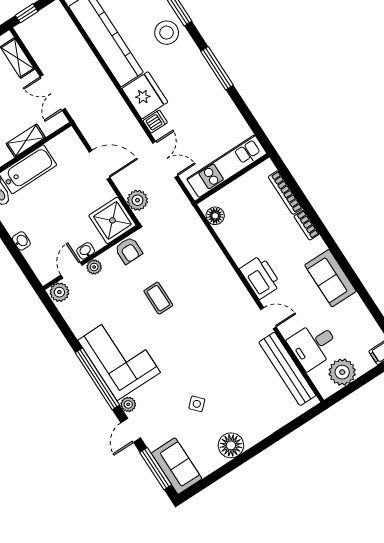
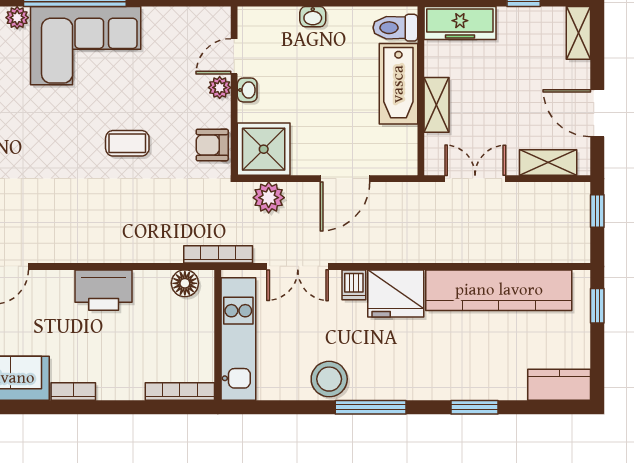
stool: (167, 33) -> (329, 379), moved
bookcase: (285, 193) -> (180, 392), moved
bookcase: (187, 208) -> (218, 254), added
bookcase: (307, 225) -> (73, 392), moved
door: (72, 270) -> (234, 56), swing flipped
printer: (260, 277) -> (104, 290), moved
plant: (59, 292) -> (216, 23), removed

